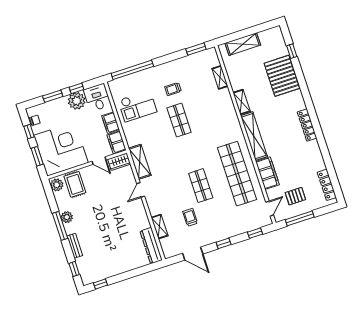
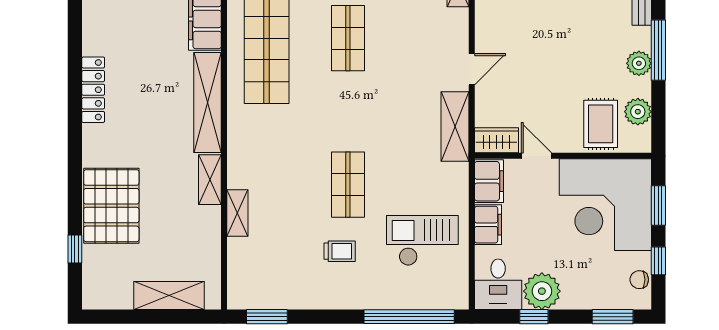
shelving: (220, 77) -> (237, 213), moved
window: (53, 96) -> (613, 317), moved
plant: (57, 185) -> (638, 112), moved

